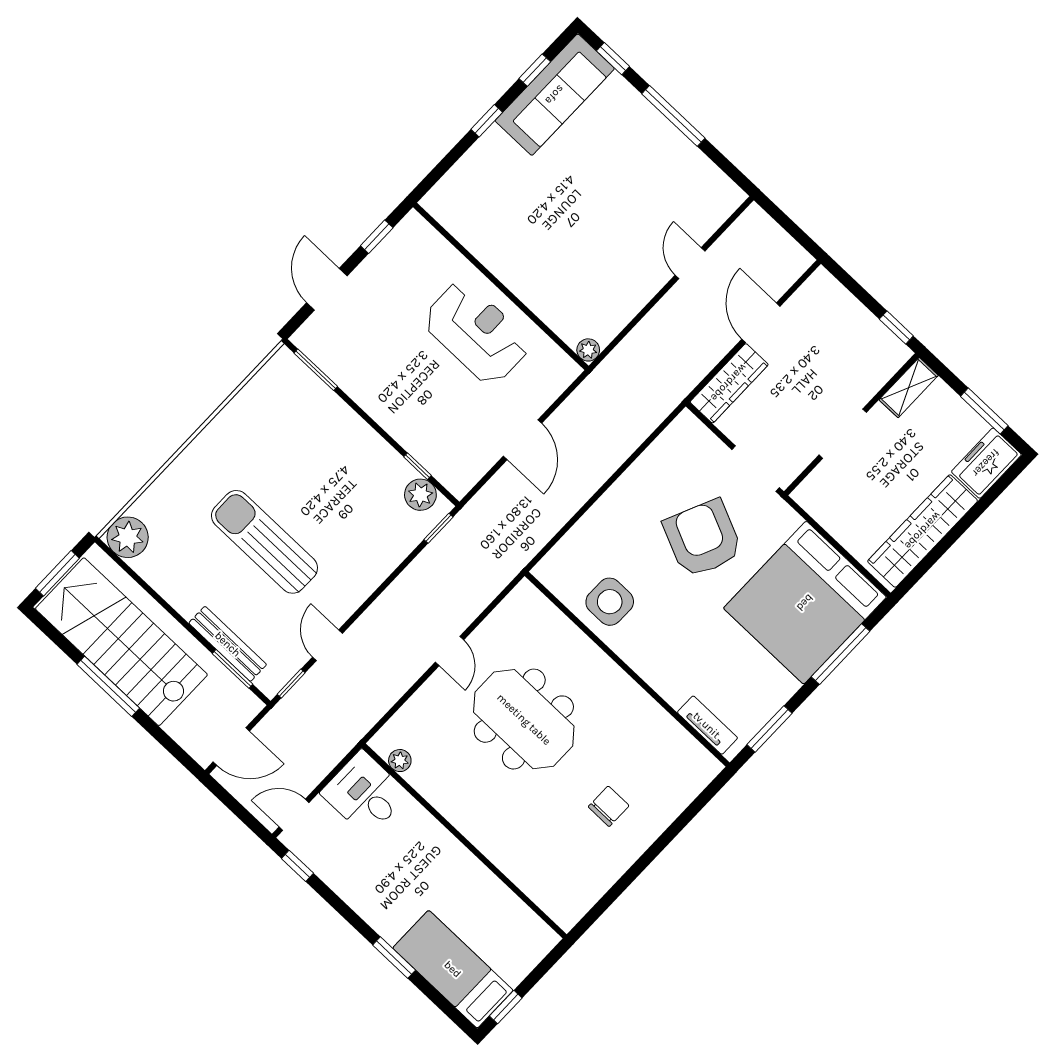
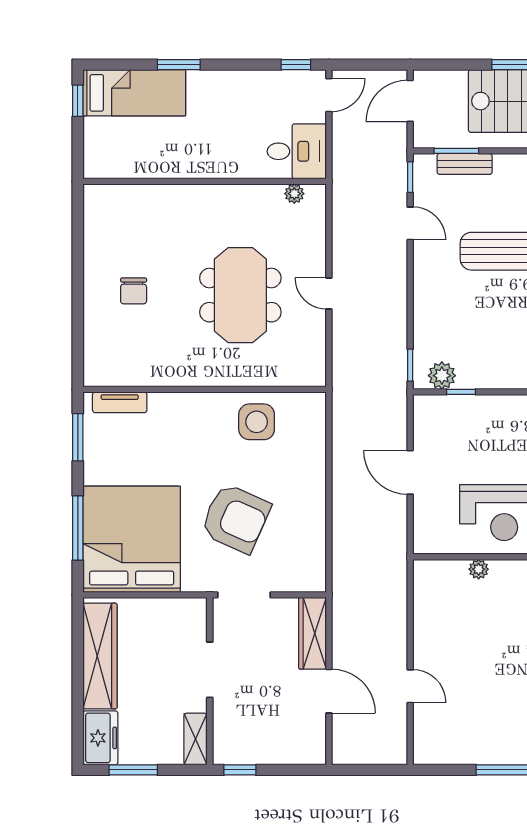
plant: (588, 350) -> (479, 569), moved
bench: (228, 644) -> (465, 164), width x0.73
meeting table: (524, 719) -> (240, 295), turned 90

